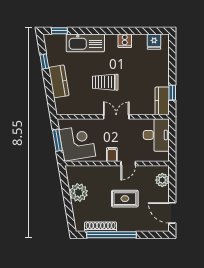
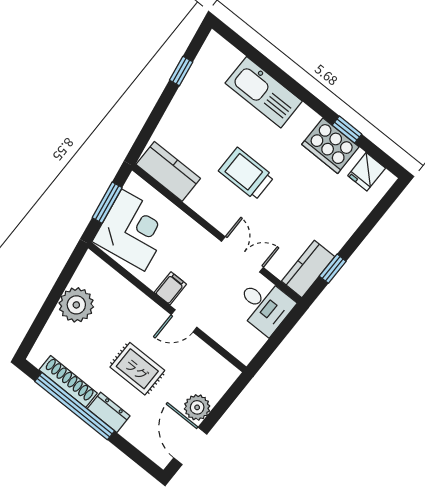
window: (59, 31) -> (347, 130), moved
cooker: (125, 41) -> (330, 146), width x1.87, depth x1.31
kitchen counter: (59, 81) -> (168, 171), moved, turned -81
double door: (116, 117) -> (242, 254), moved
desk: (156, 135) -> (264, 306), width x0.73
plant: (162, 180) -> (197, 407), moved
dresser: (127, 226) -> (109, 412), added

